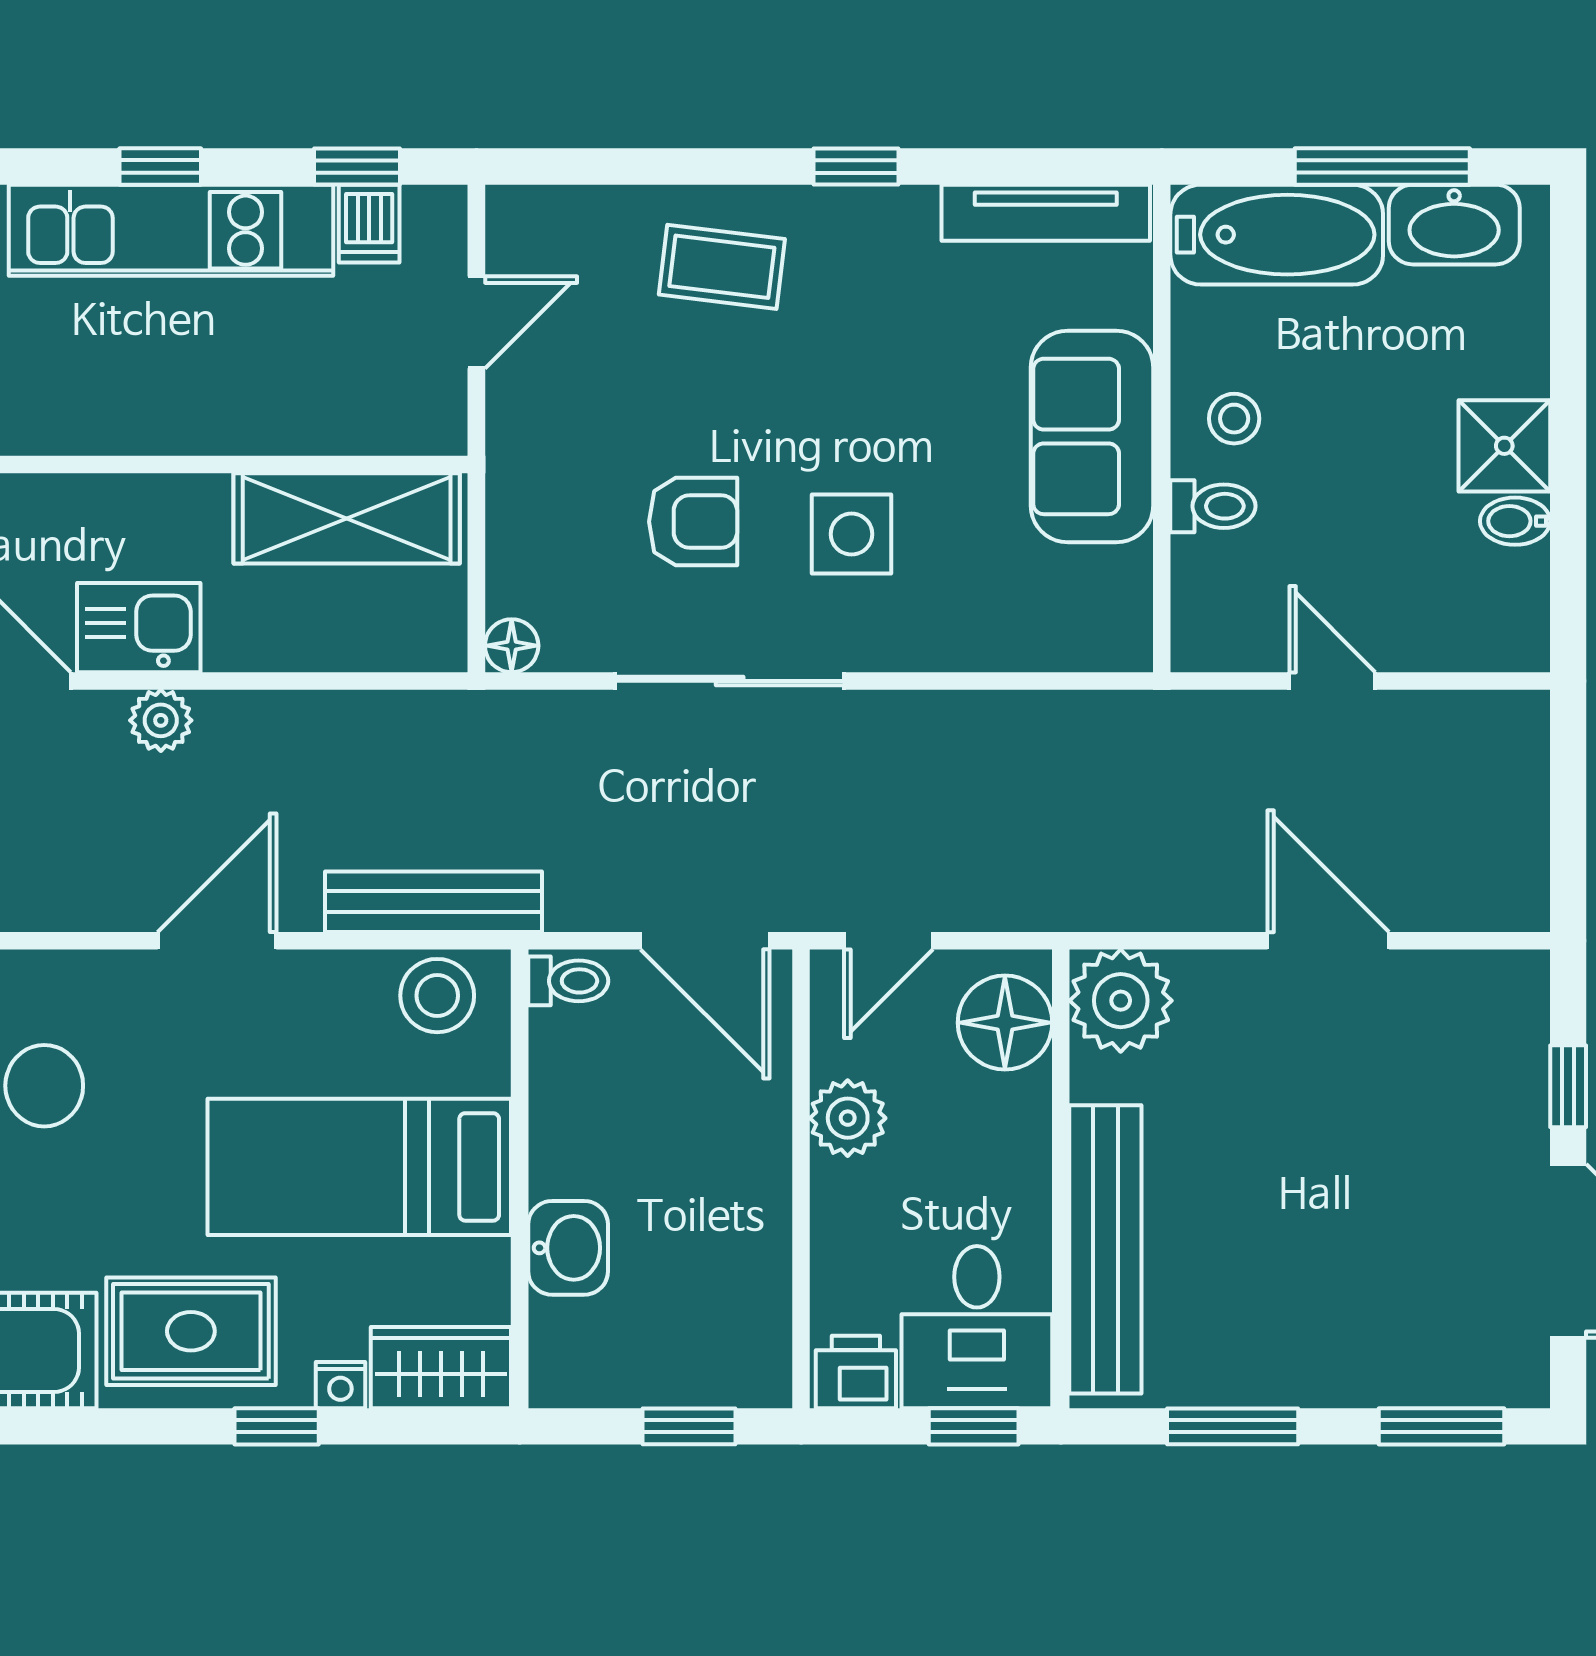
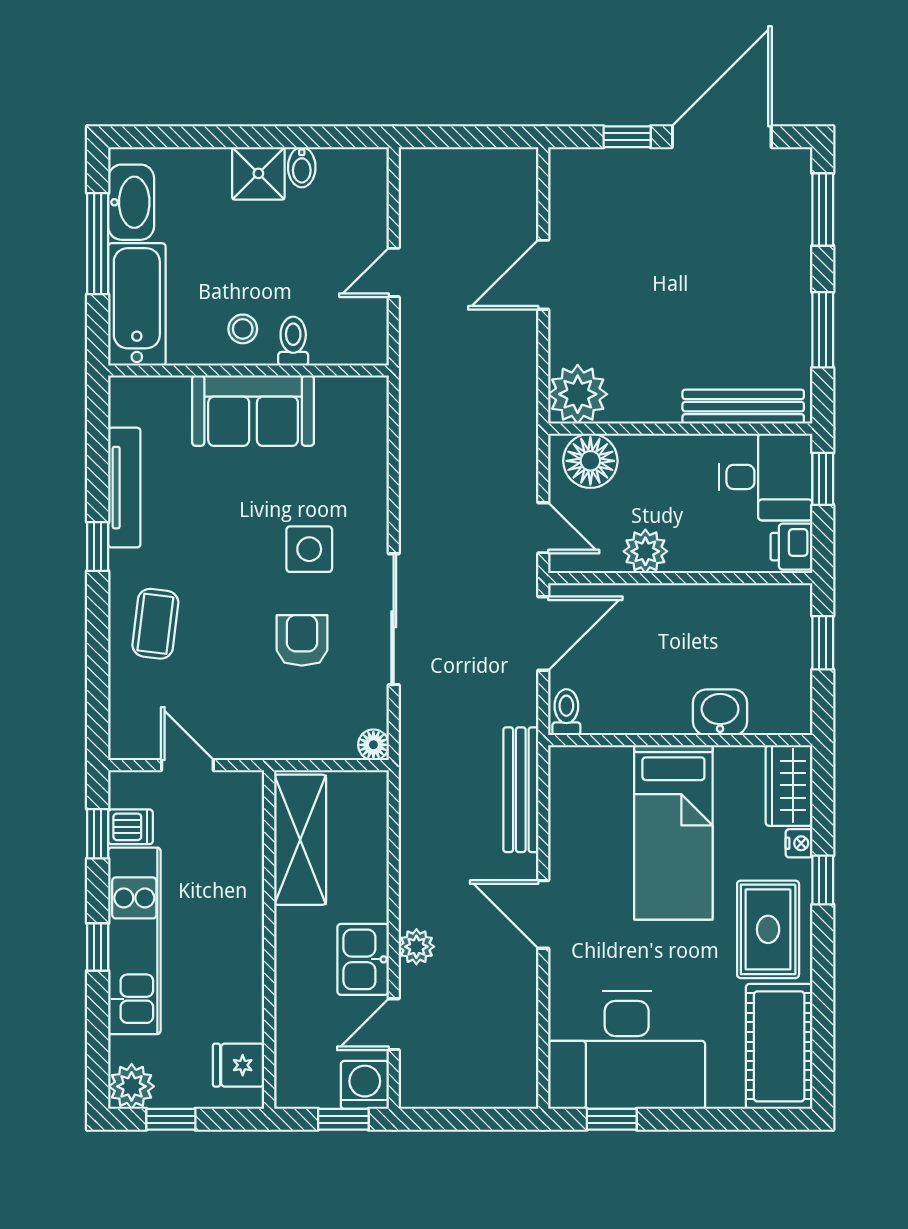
tv unit: (1046, 213) -> (124, 488), moved
stool: (437, 996) -> (575, 788), removed
bench: (1105, 1249) -> (743, 407), width x0.73, depth x0.82

